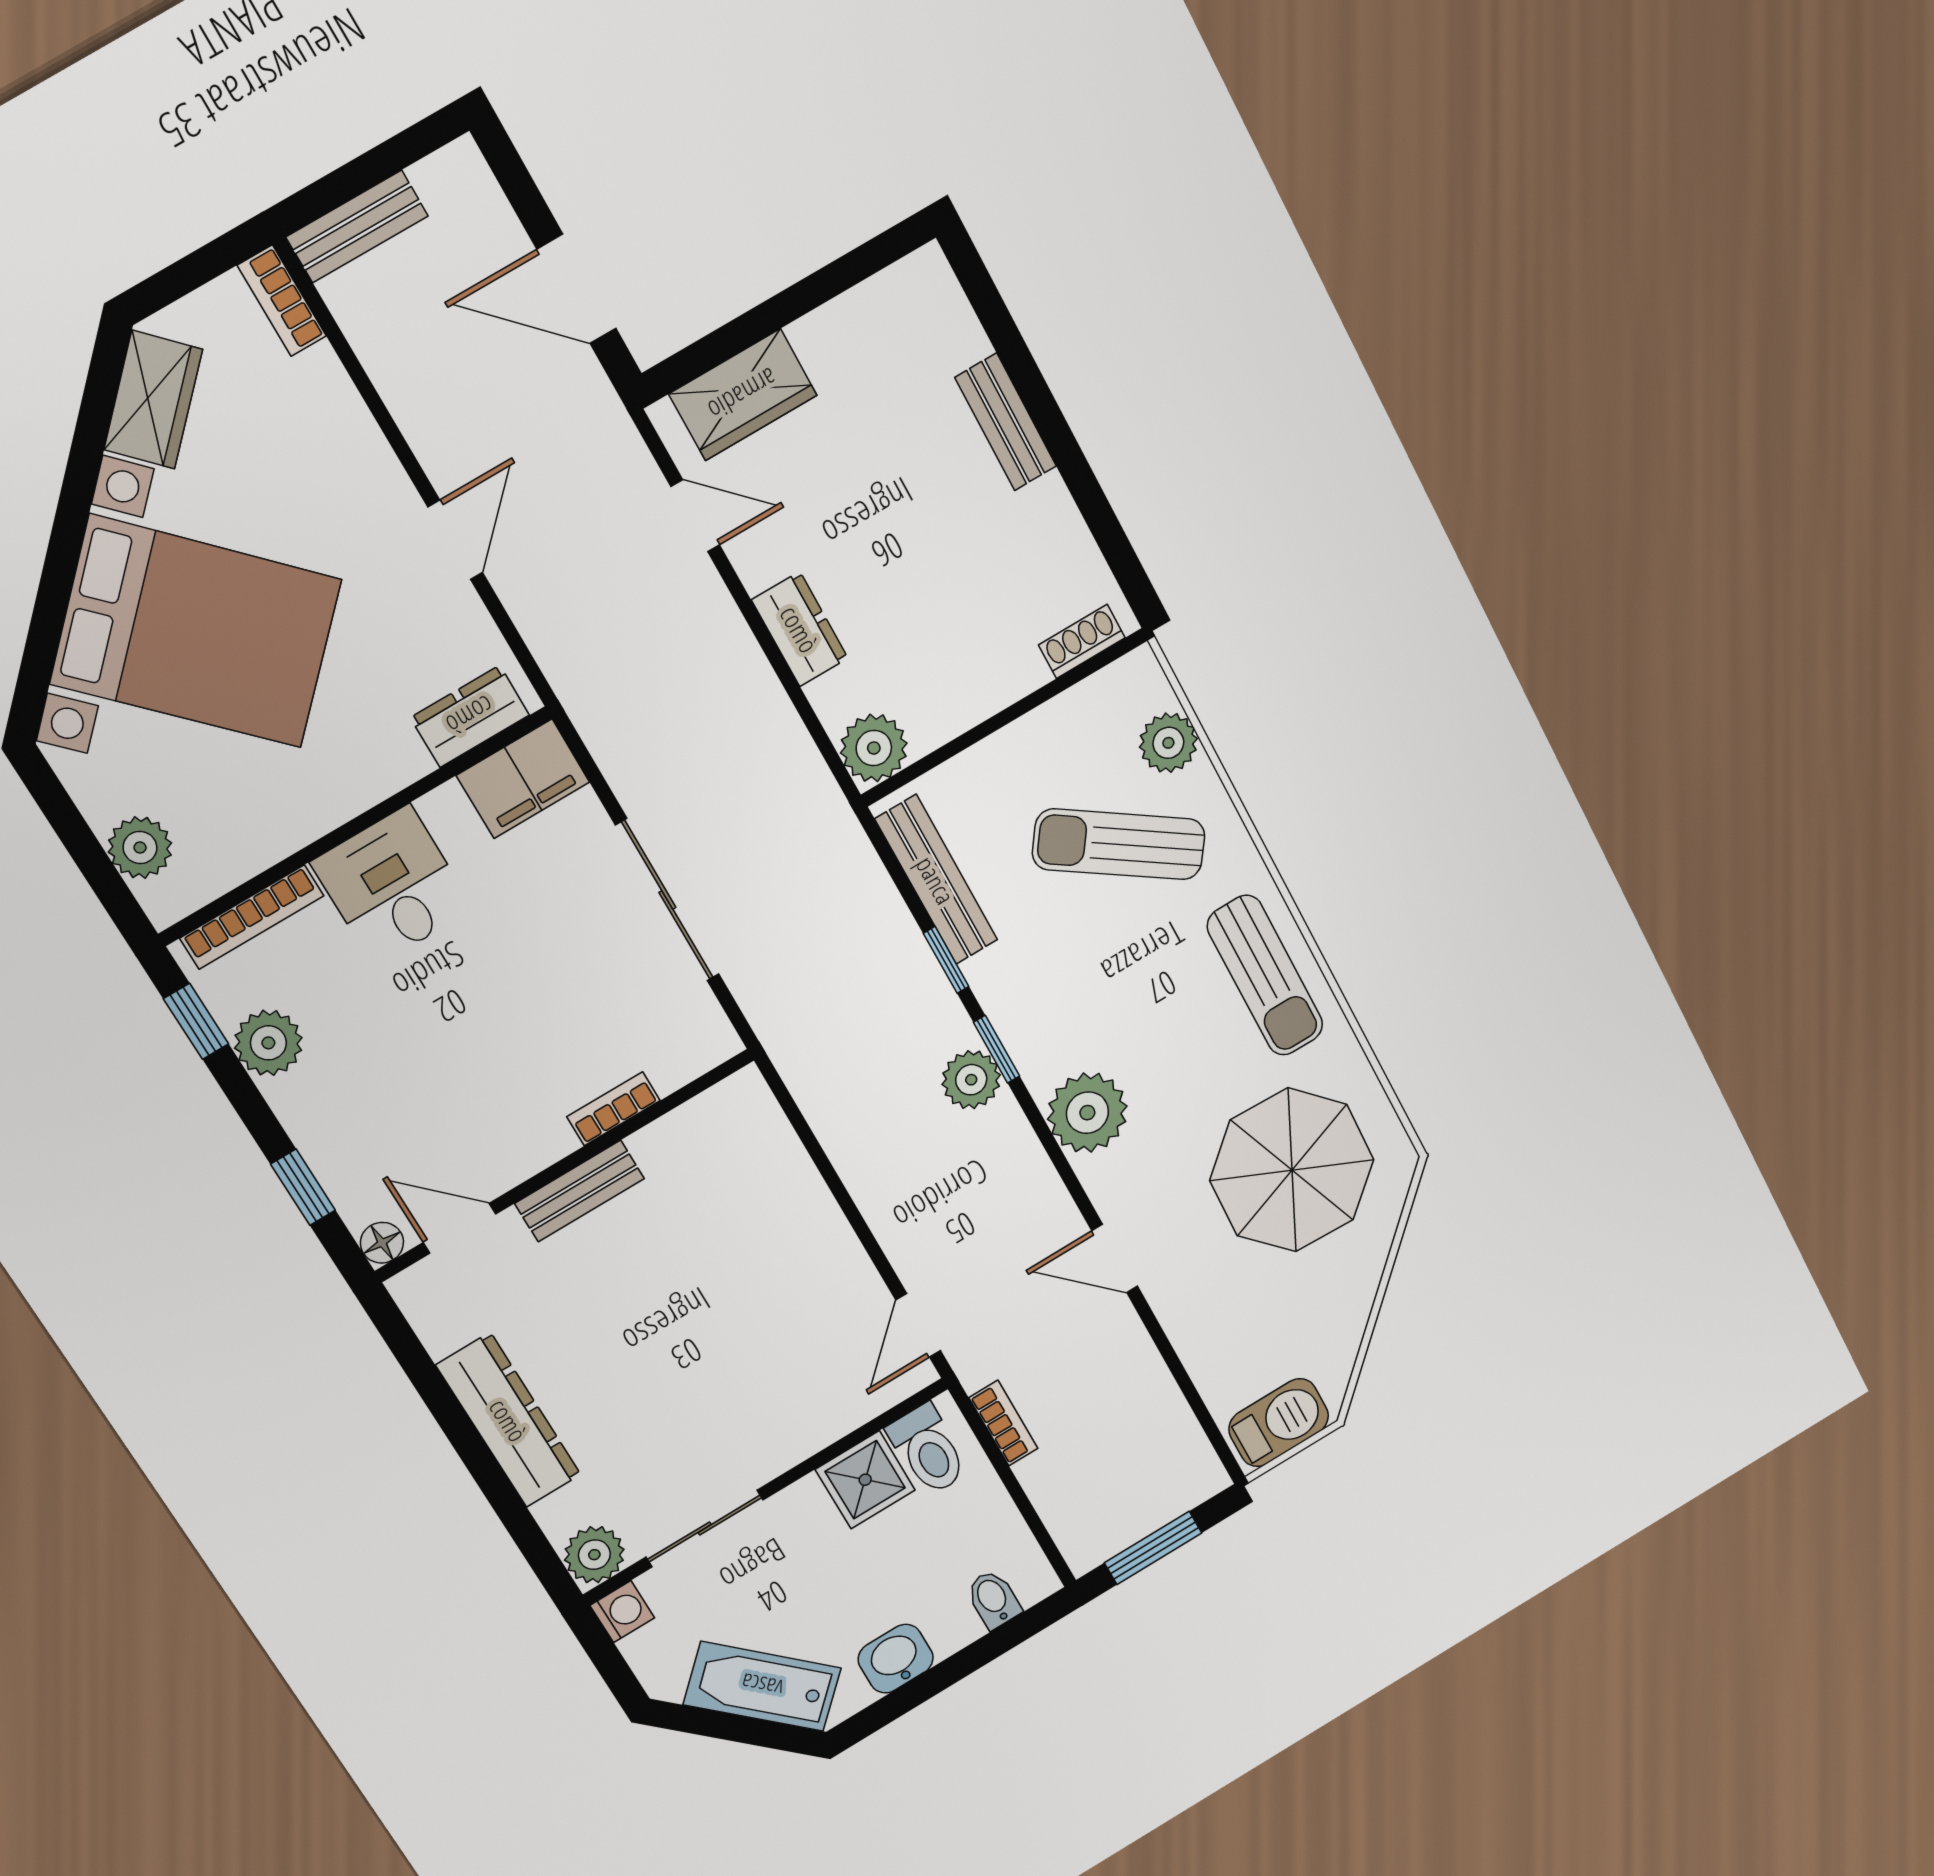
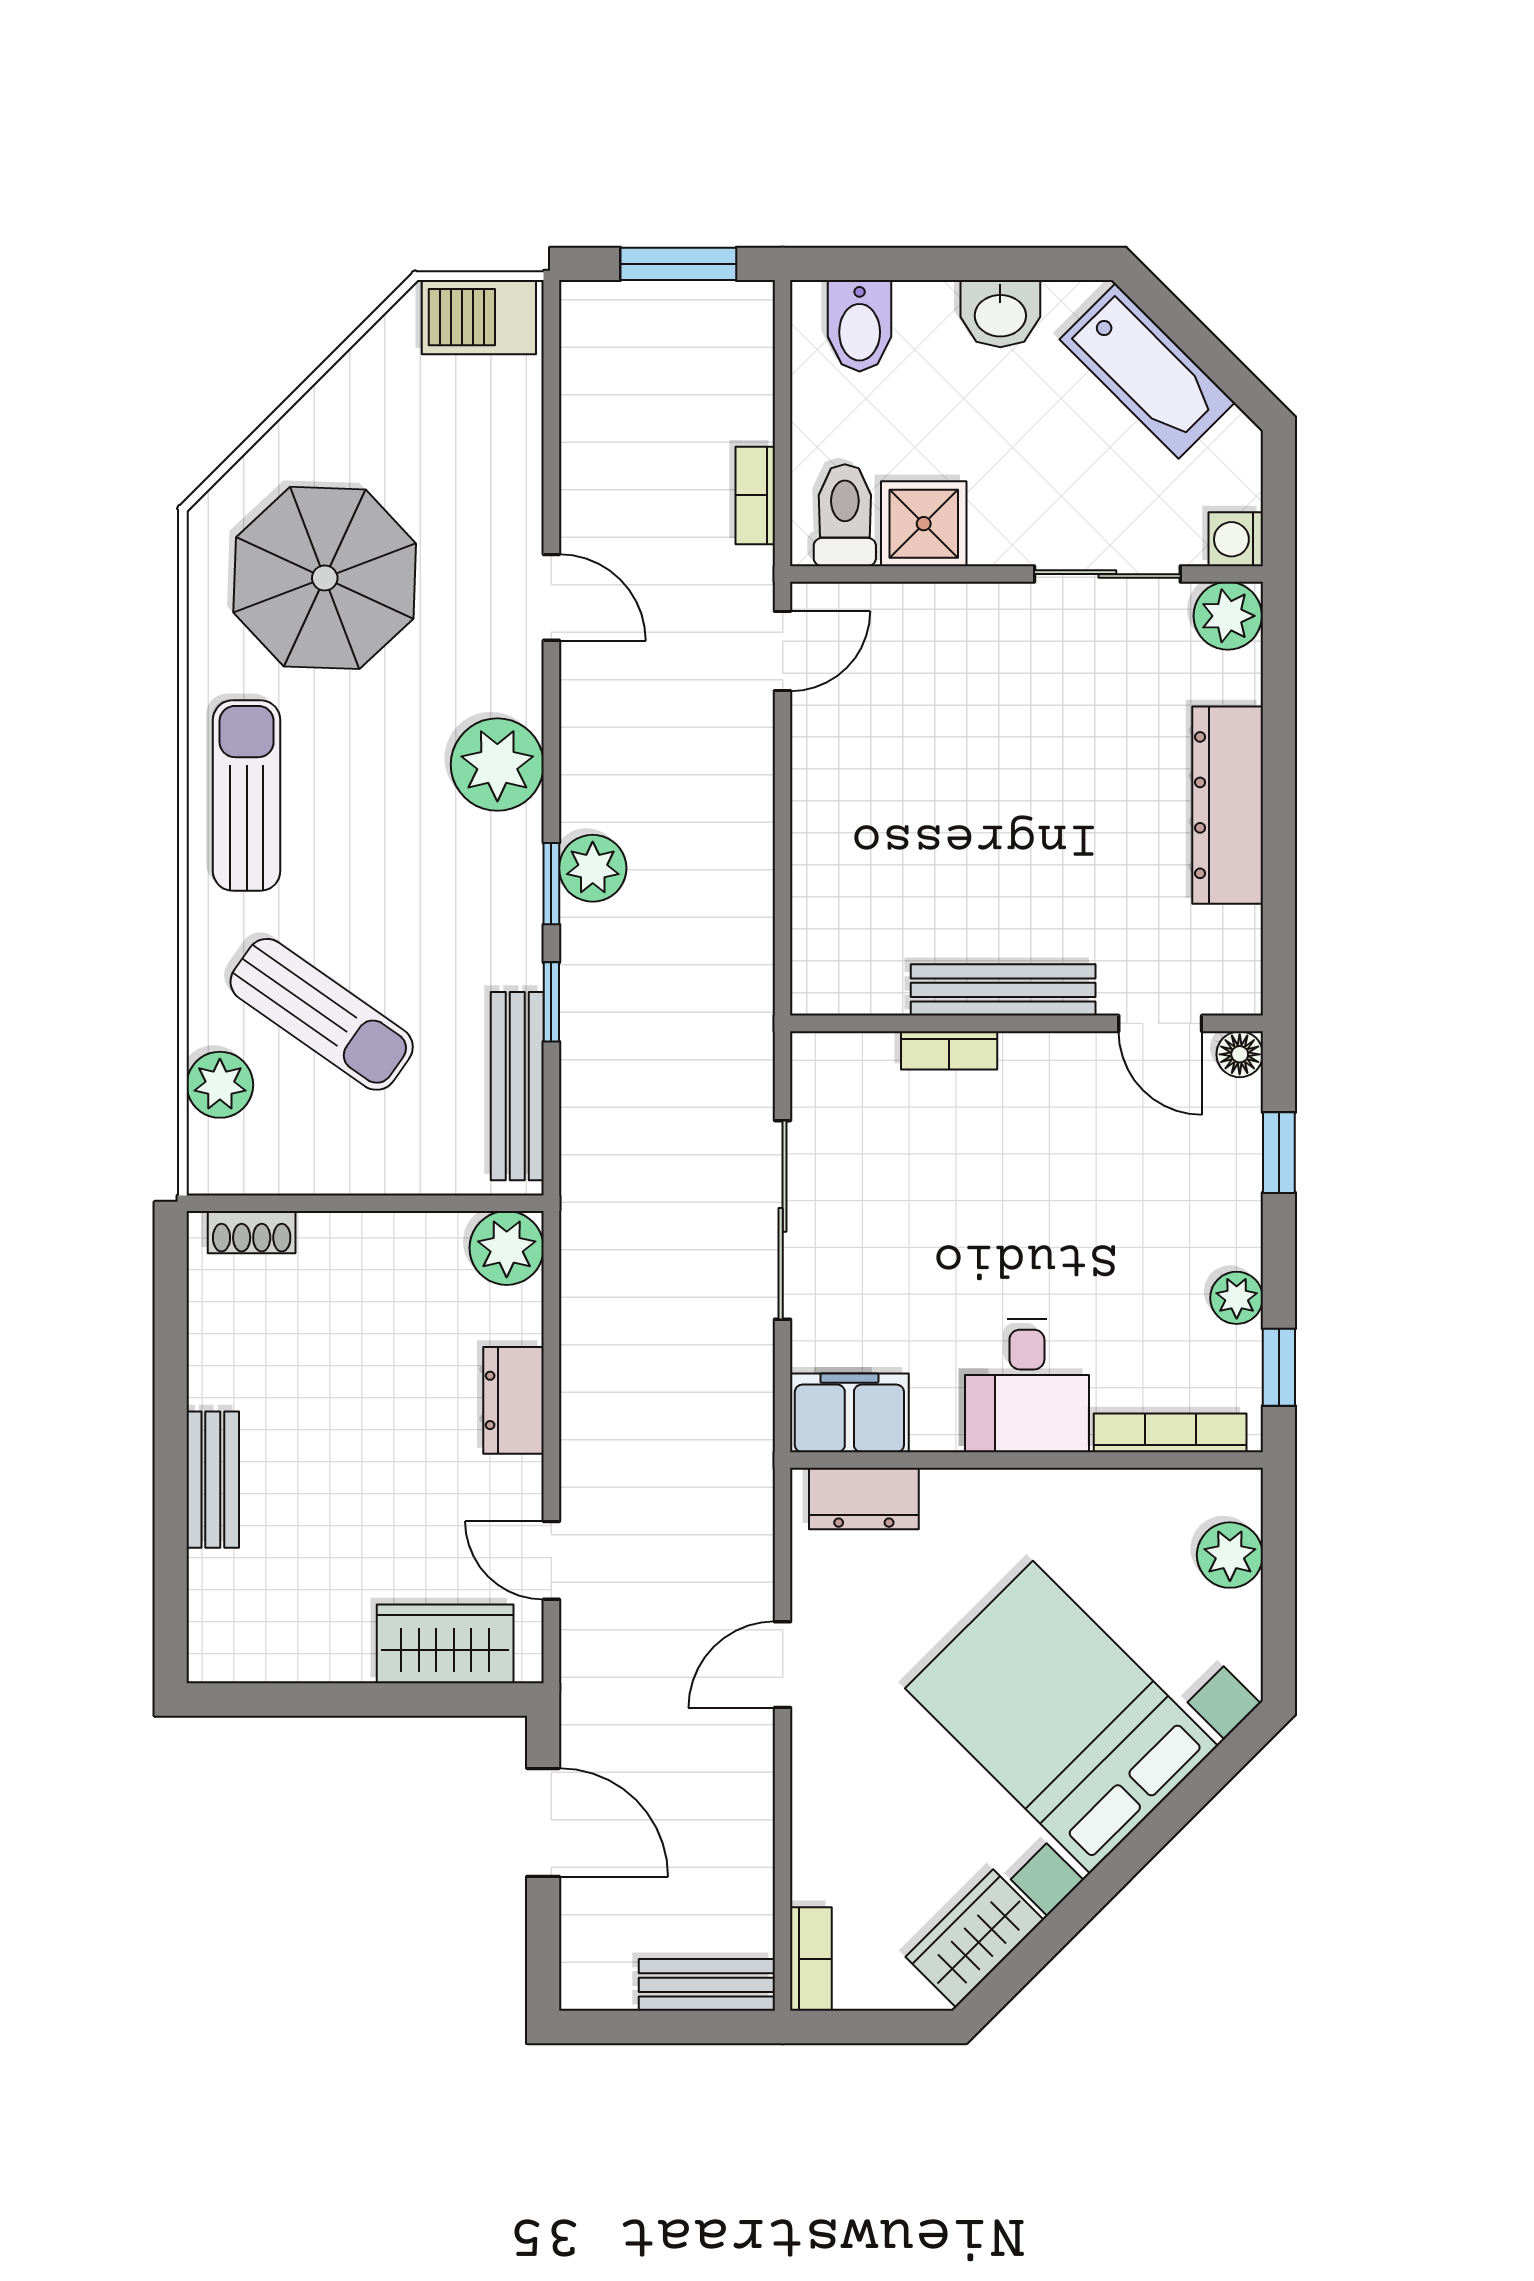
plant: (268, 1043) -> (1237, 1298), width x0.73, depth x0.73
bench: (579, 1191) -> (1003, 990), width x1.36
bidet: (993, 1599) -> (860, 326), width x1.38, depth x1.36

